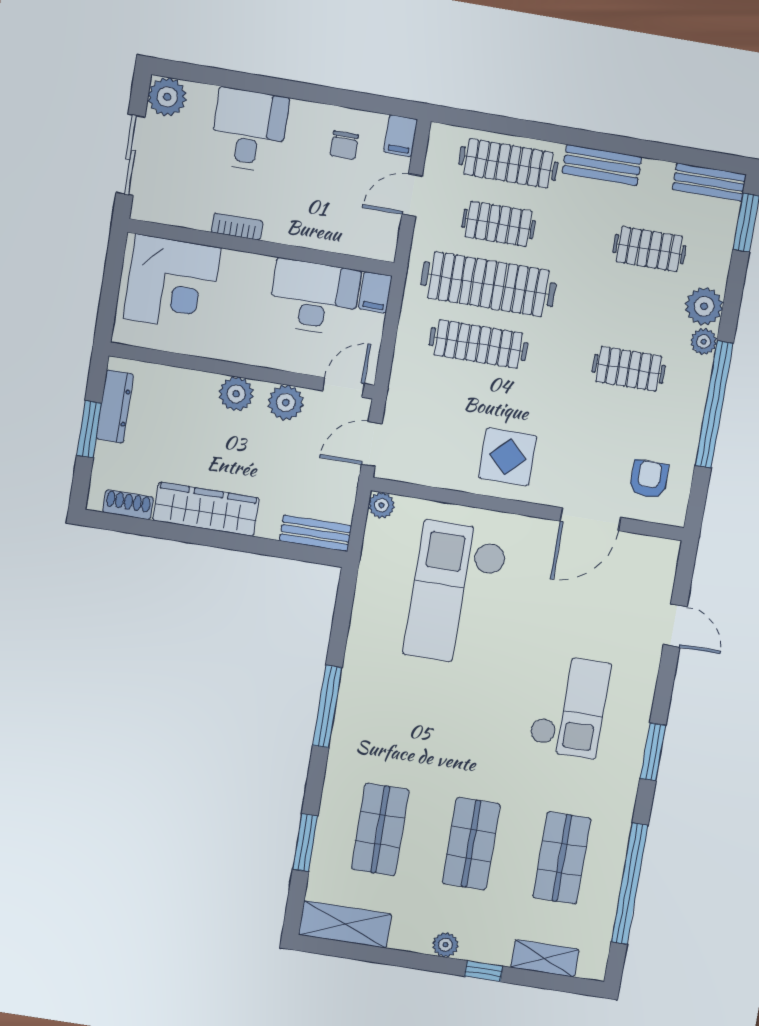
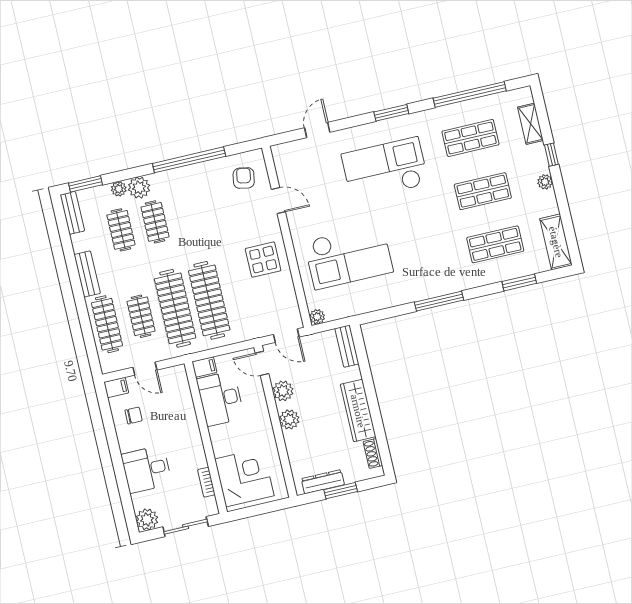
bookcase: (237, 227) -> (206, 482), moved
plant: (704, 342) -> (119, 189), moved
clothes rail: (478, 344) -> (209, 300), width x1.37, depth x1.31
clothes rail: (629, 369) -> (155, 222), moved
armchair: (649, 479) -> (244, 178), turned 100
door: (590, 519) -> (278, 201), width x0.73
checkout: (570, 706) -> (385, 169), width x1.36, depth x1.21

